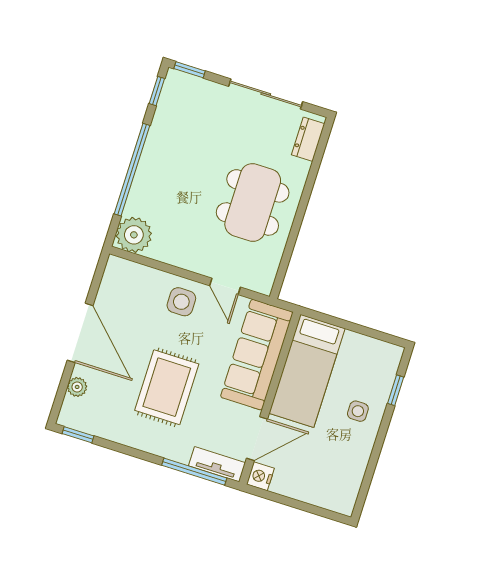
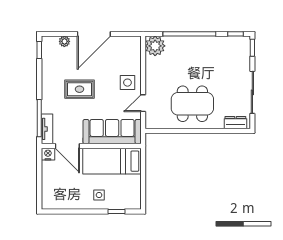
rug: (167, 387) -> (79, 89), width x0.73, depth x0.70

